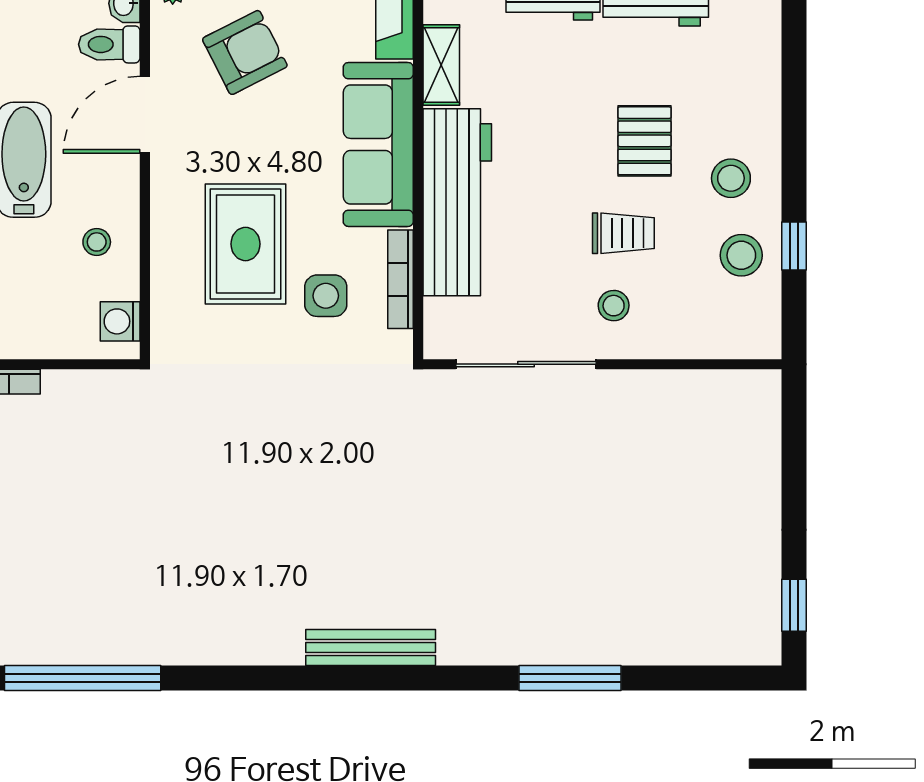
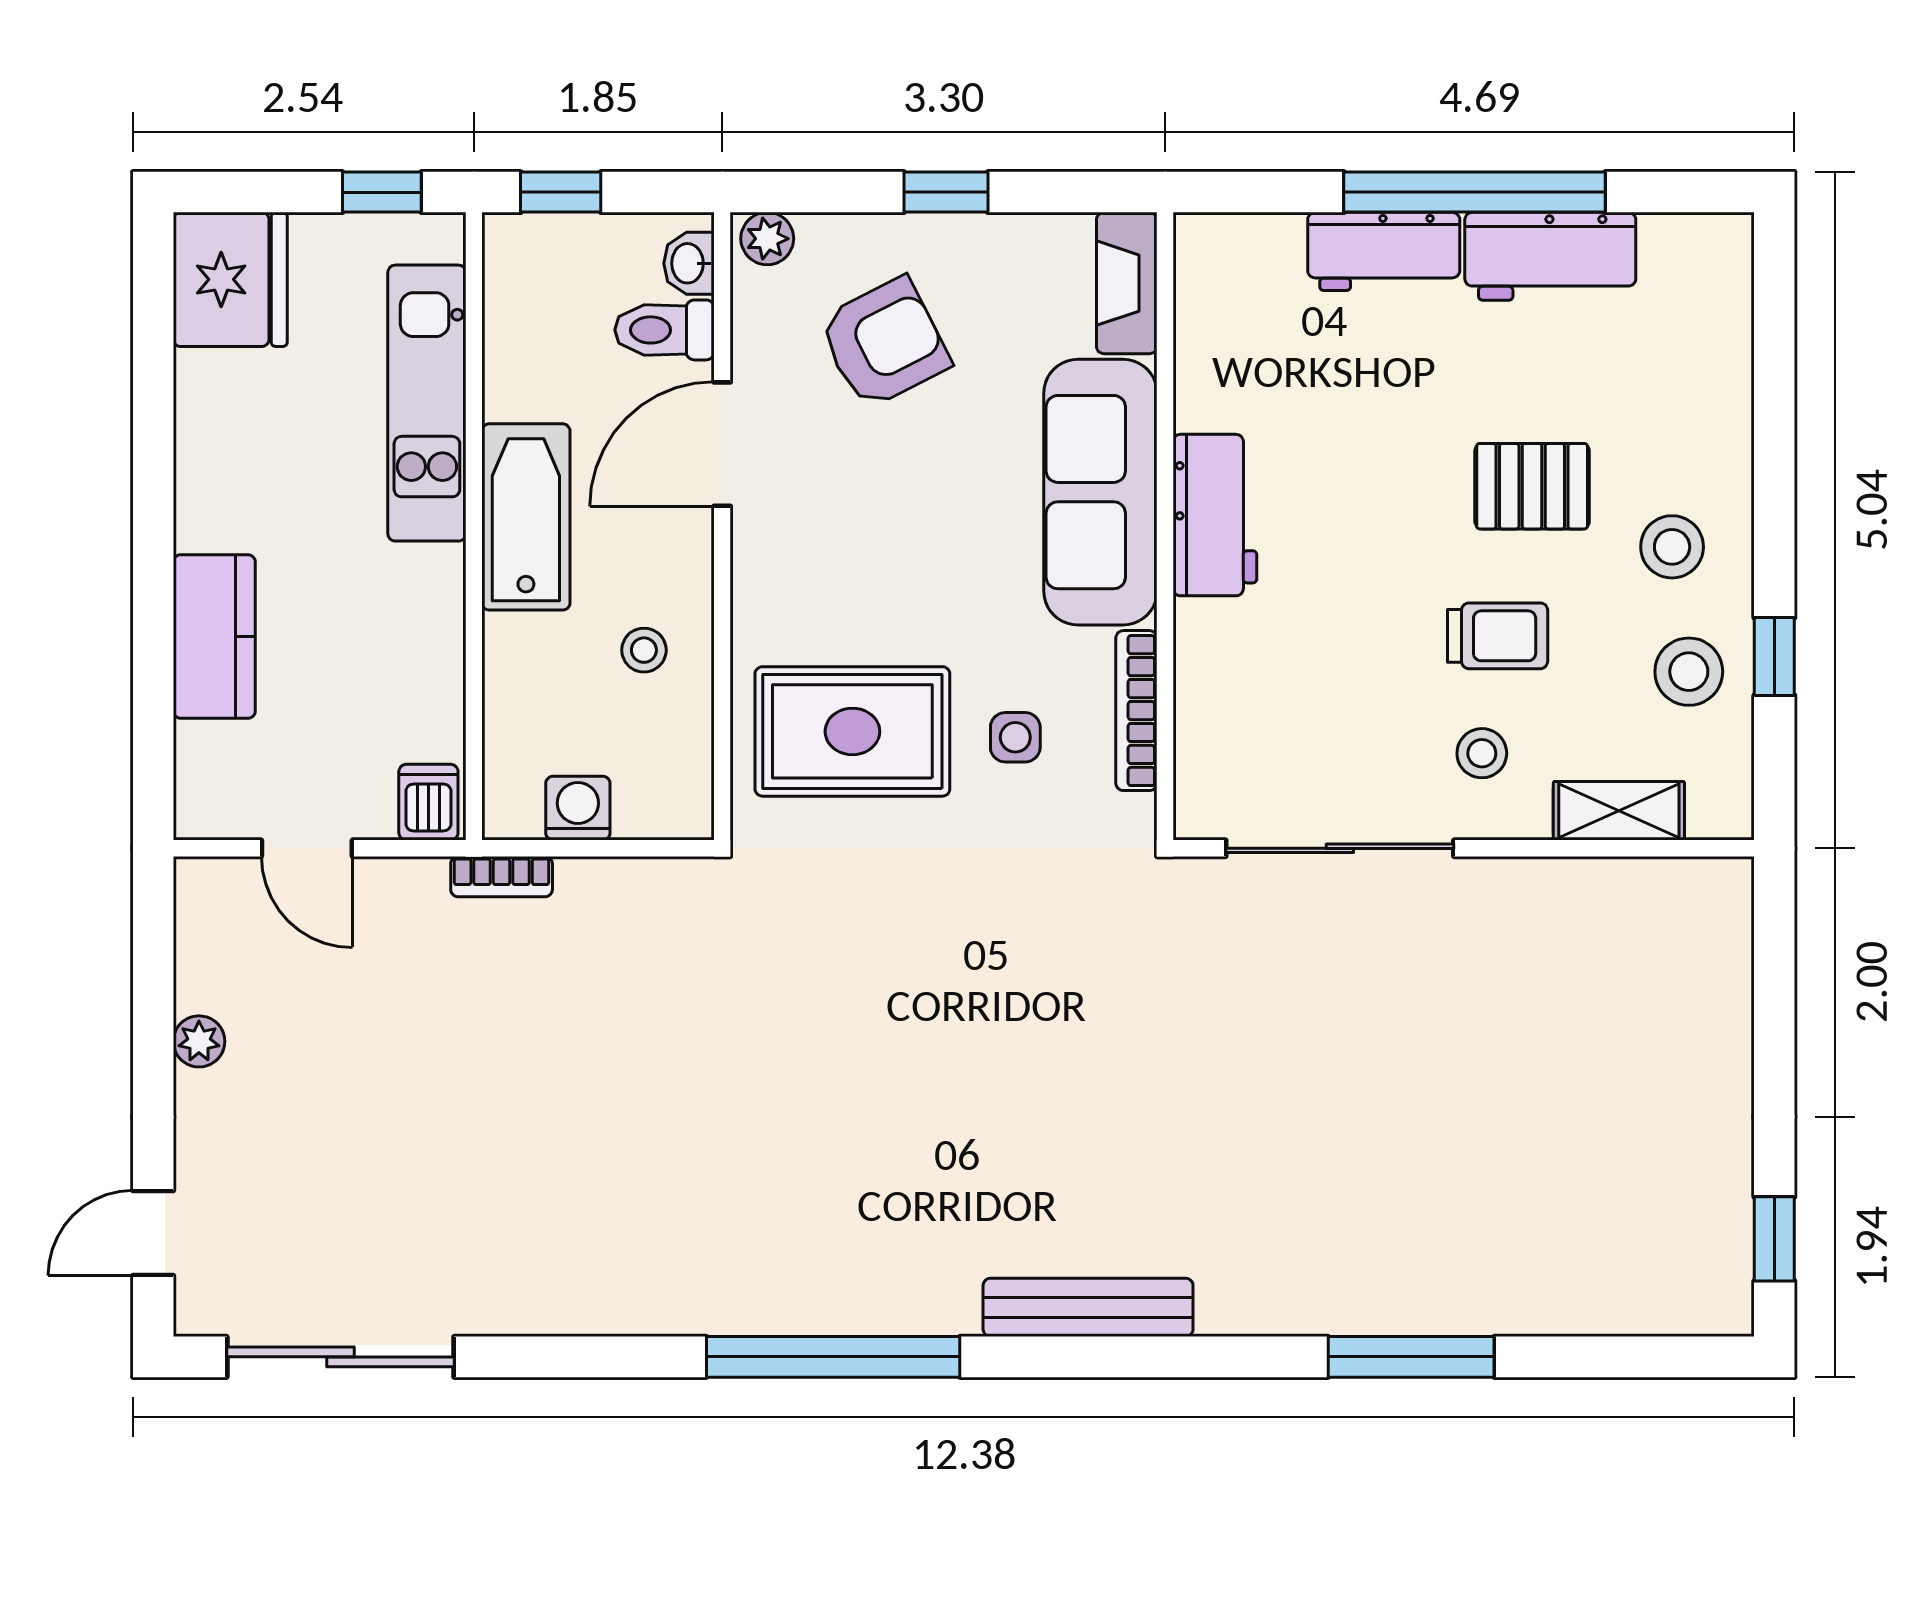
shelving: (441, 65) -> (1619, 811), moved, turned 90
pallet: (645, 141) -> (1532, 486), turned 90
workbench: (457, 202) -> (1215, 515), width x0.53, depth x0.76
rug: (246, 244) -> (852, 731), moved, turned 90
side table: (326, 296) -> (1015, 737), width x0.73, depth x0.73
washing machine: (120, 321) -> (578, 808), moved, turned 90
window: (83, 678) -> (833, 1357), moved

